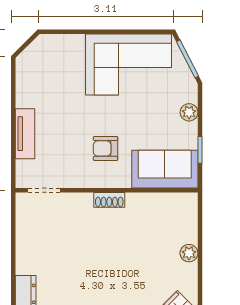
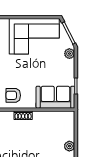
plant: (189, 112) -> (69, 54), moved
armchair: (106, 148) -> (13, 95), moved

